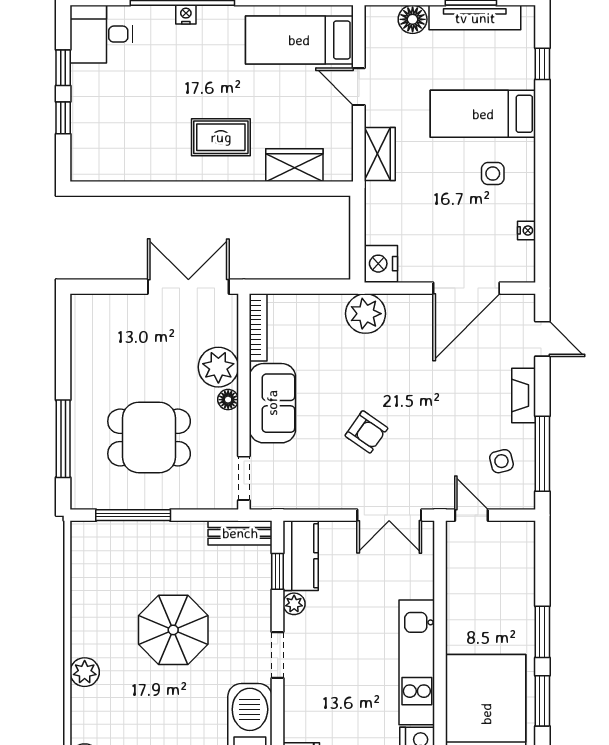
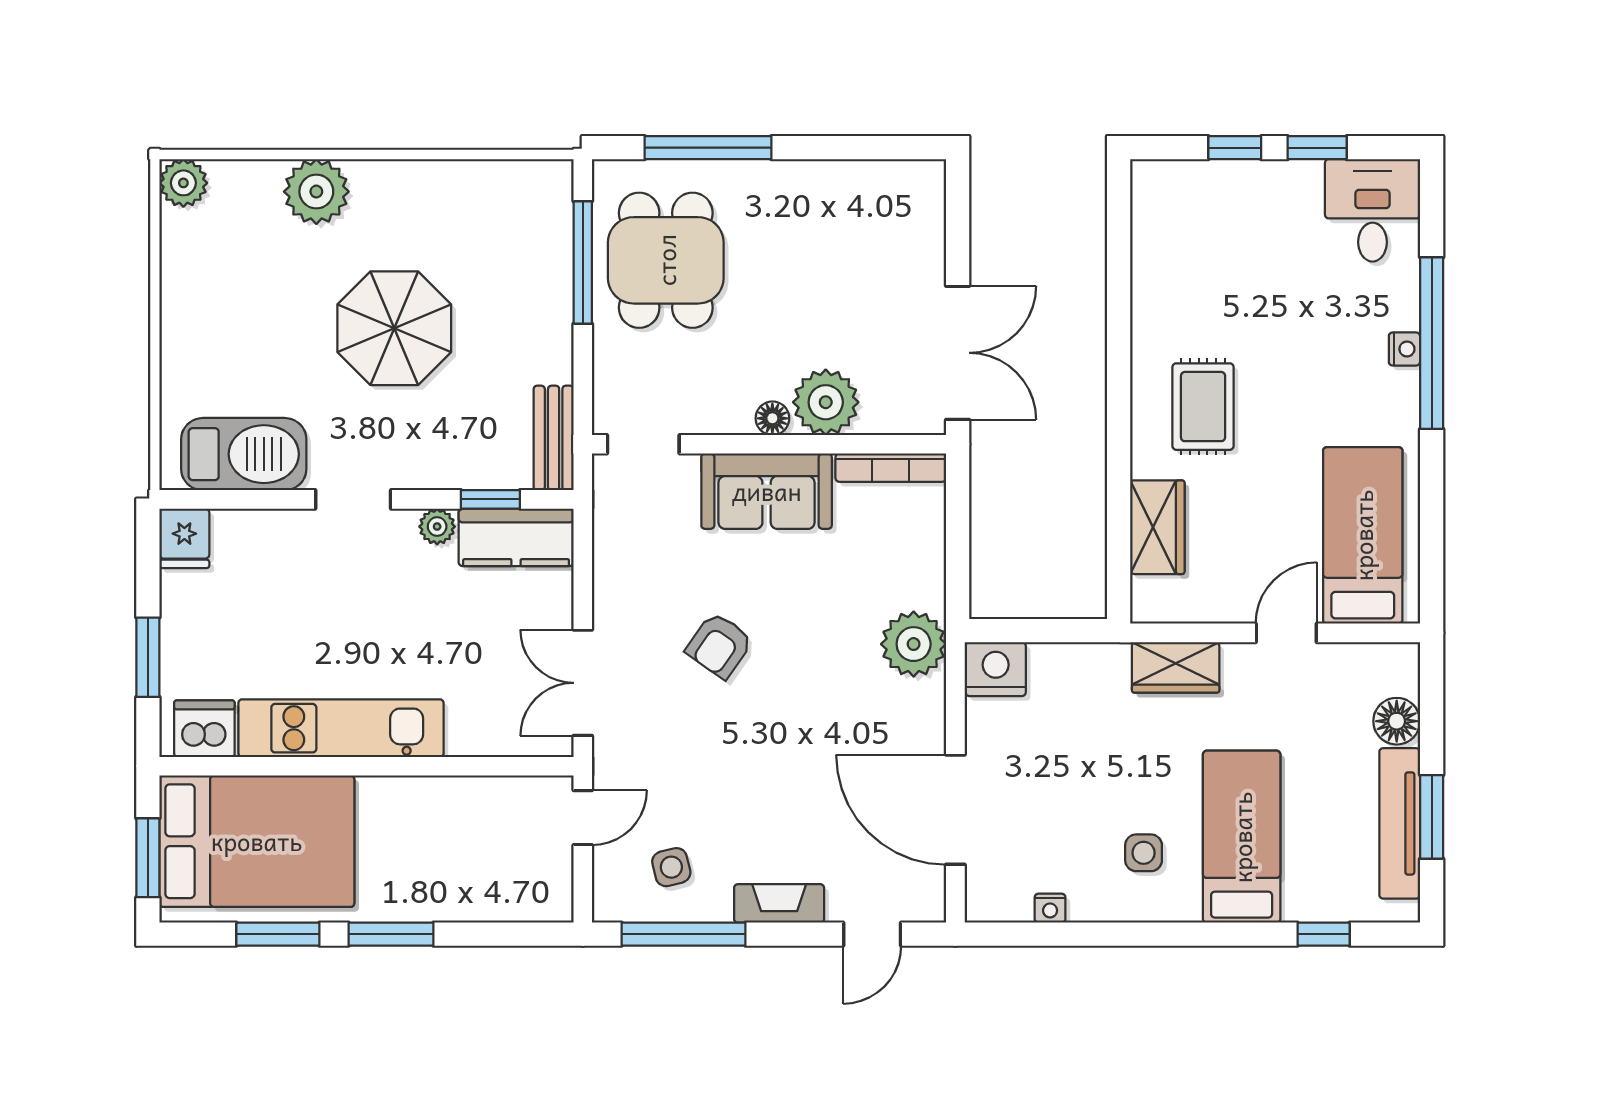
dining table: (149, 437) -> (666, 260), moved
plant: (85, 672) -> (316, 192), width x1.36, depth x1.36

